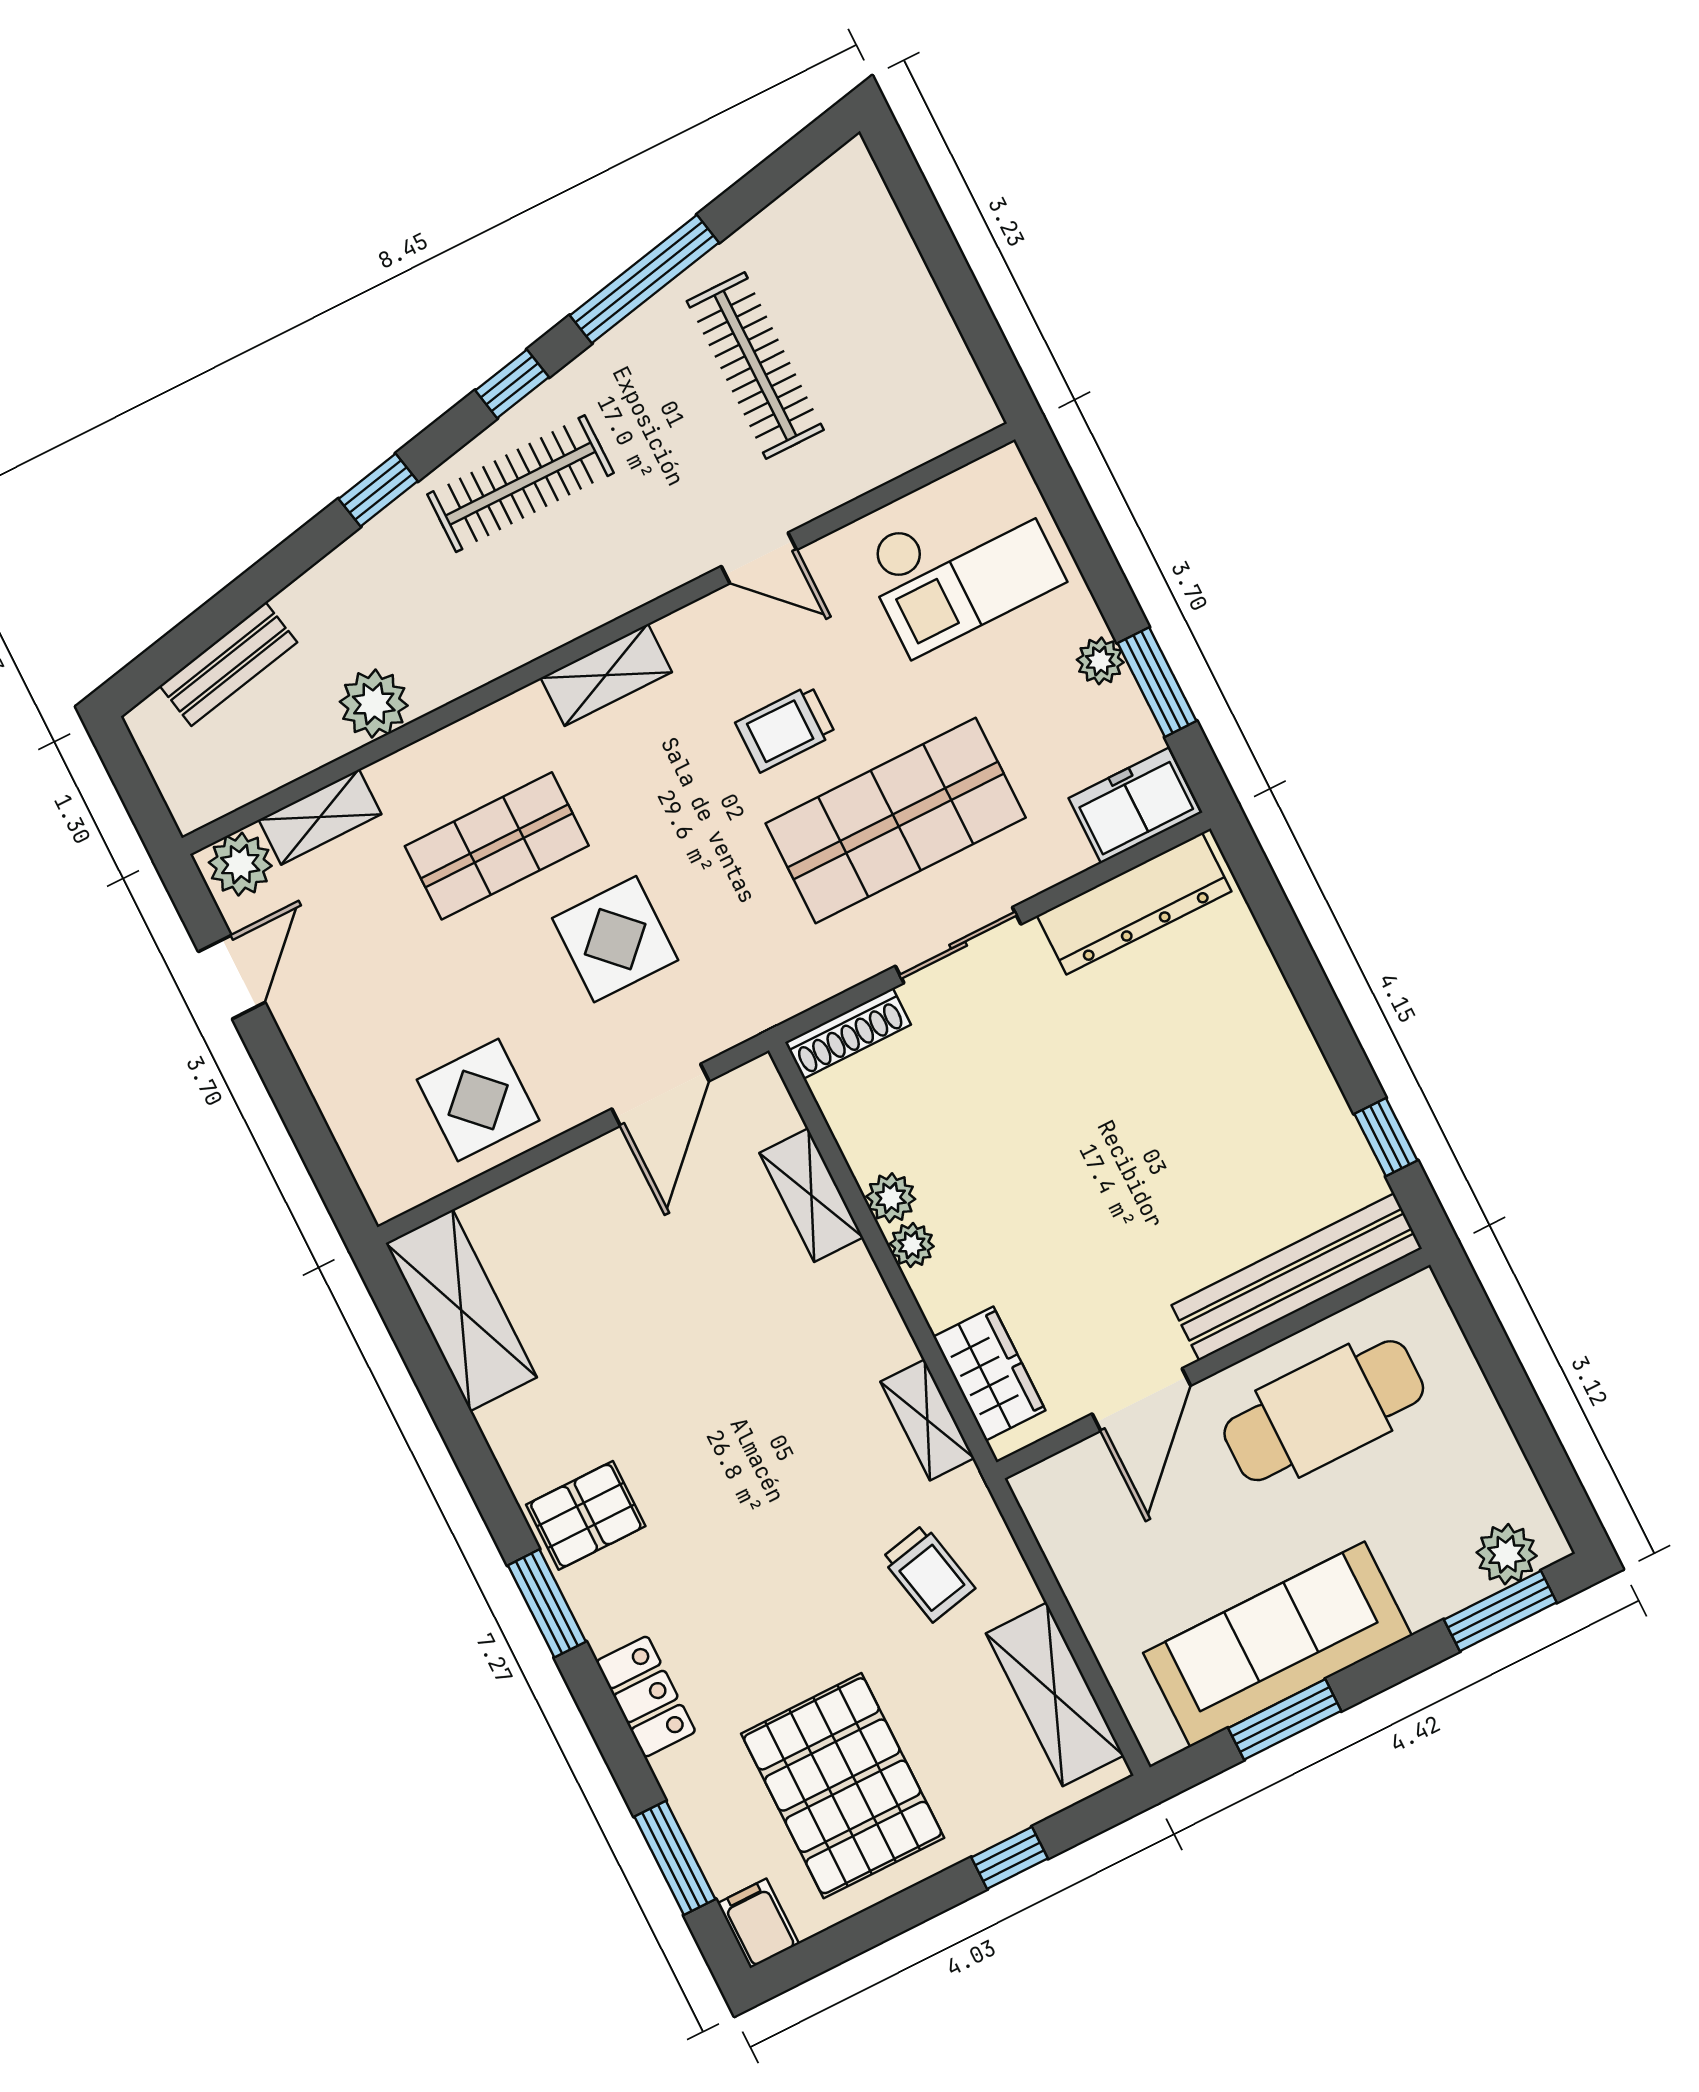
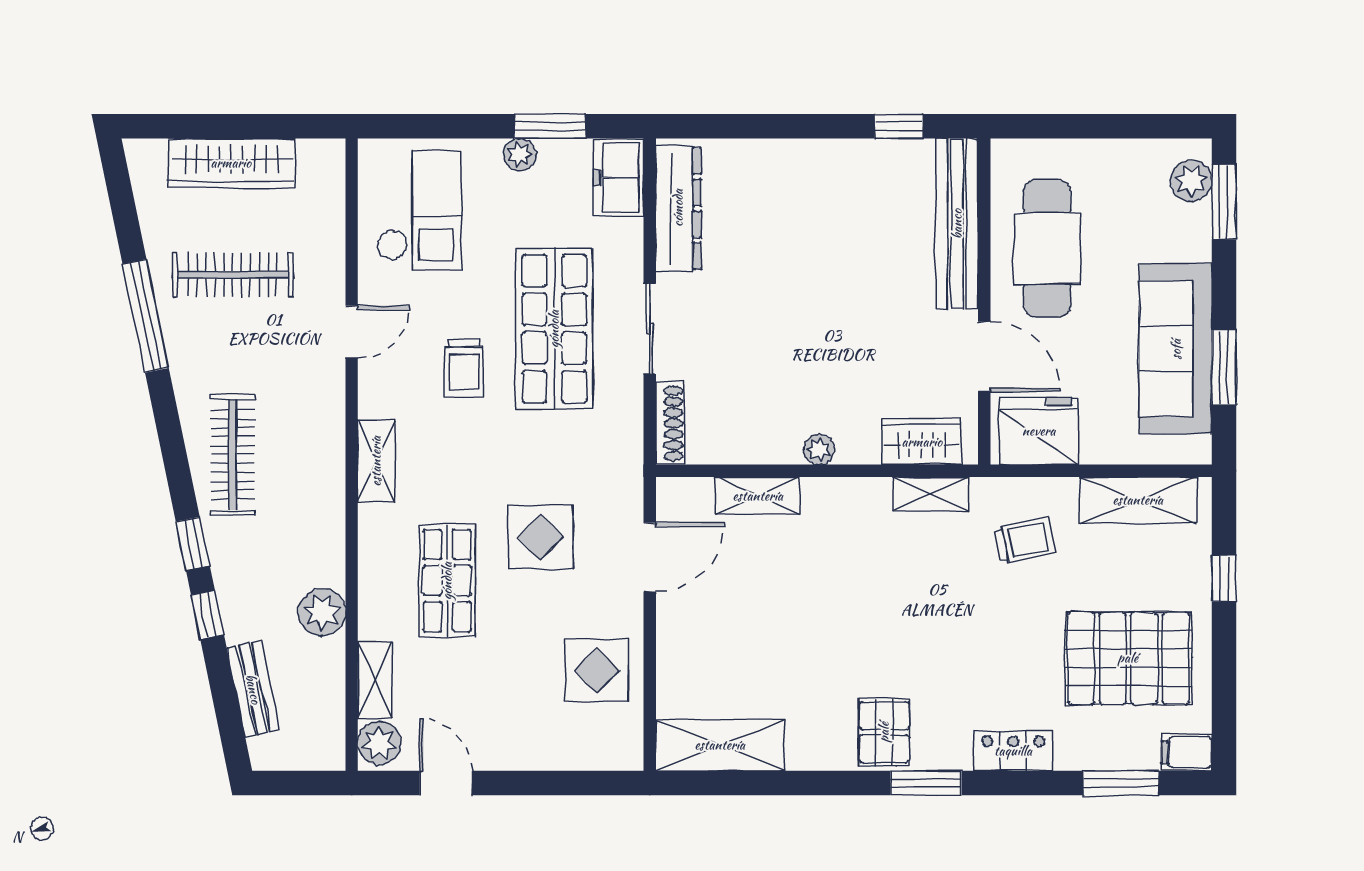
wardrobe: (900, 291) -> (231, 163), added
window: (512, 384) -> (208, 615), moved
door: (660, 1095) -> (650, 557), hinge flipped
plant: (891, 1198) -> (784, 448), removed
fridge: (1080, 1519) -> (1039, 431), added

